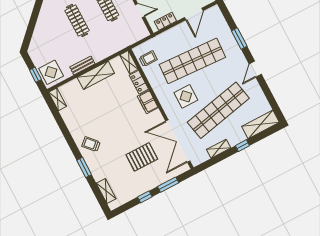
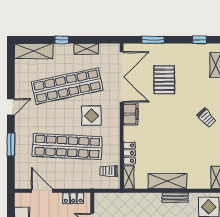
door: (194, 14) -> (42, 191), hinge flipped
filing cabinet: (148, 102) -> (131, 114), moved
pallet: (142, 157) -> (164, 80), turned 90
window: (145, 197) -> (199, 40), moved

